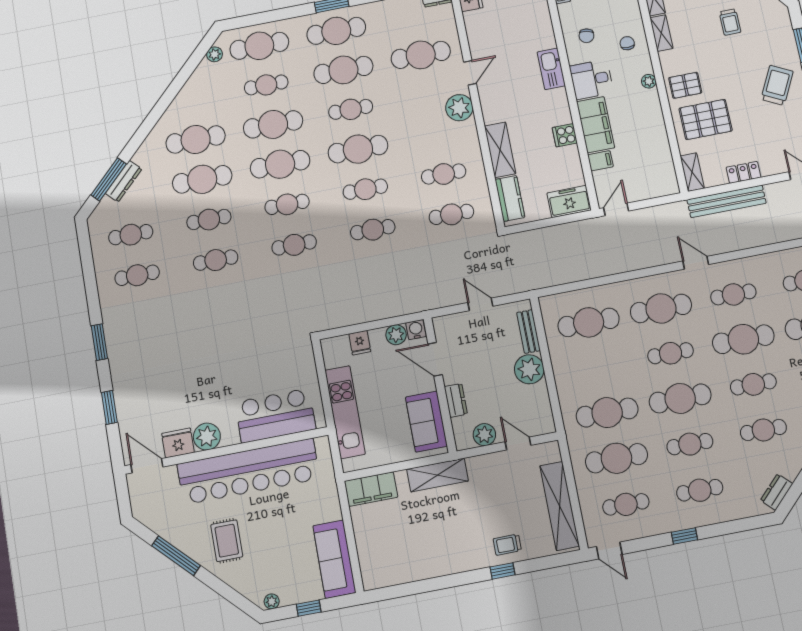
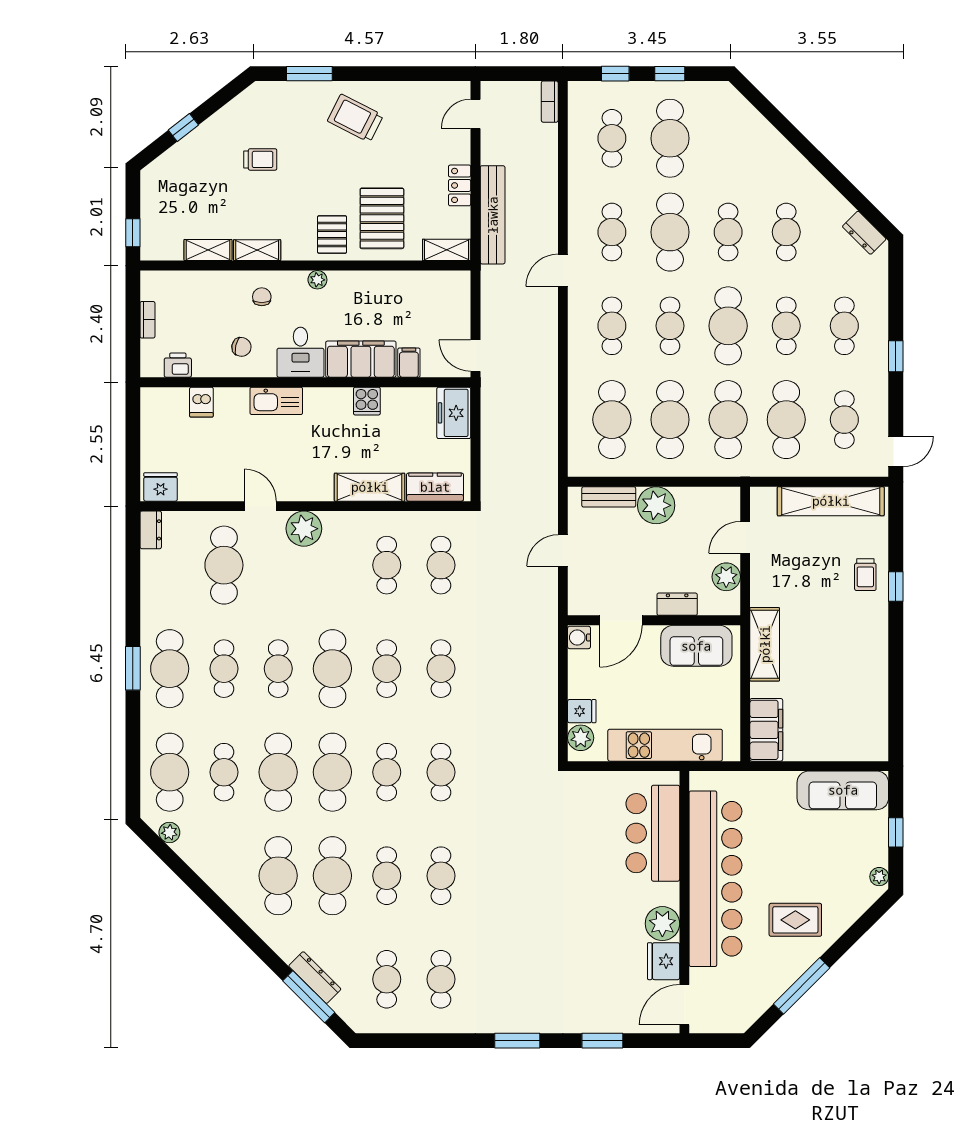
dishwasher: (539, 15) -> (201, 402), added
chair: (627, 43) -> (262, 297), turned 90
cafe table: (343, 70) -> (224, 669), width x0.73, depth x0.74
cafe table: (661, 308) -> (612, 326), width x0.73, depth x0.74
plant: (396, 335) -> (581, 738), moved
cafe table: (598, 367) -> (670, 420), added

